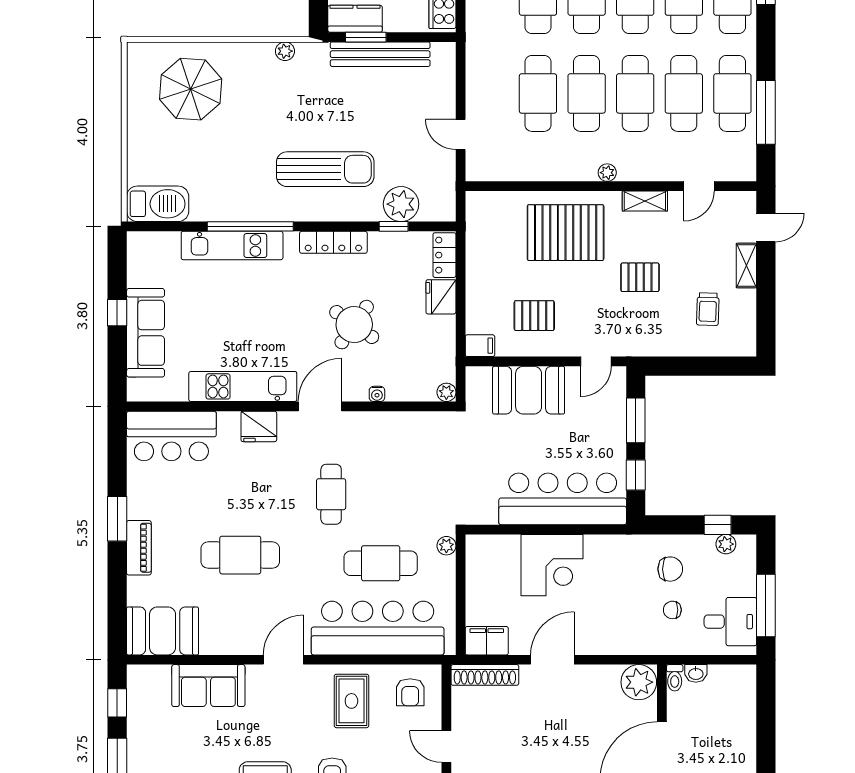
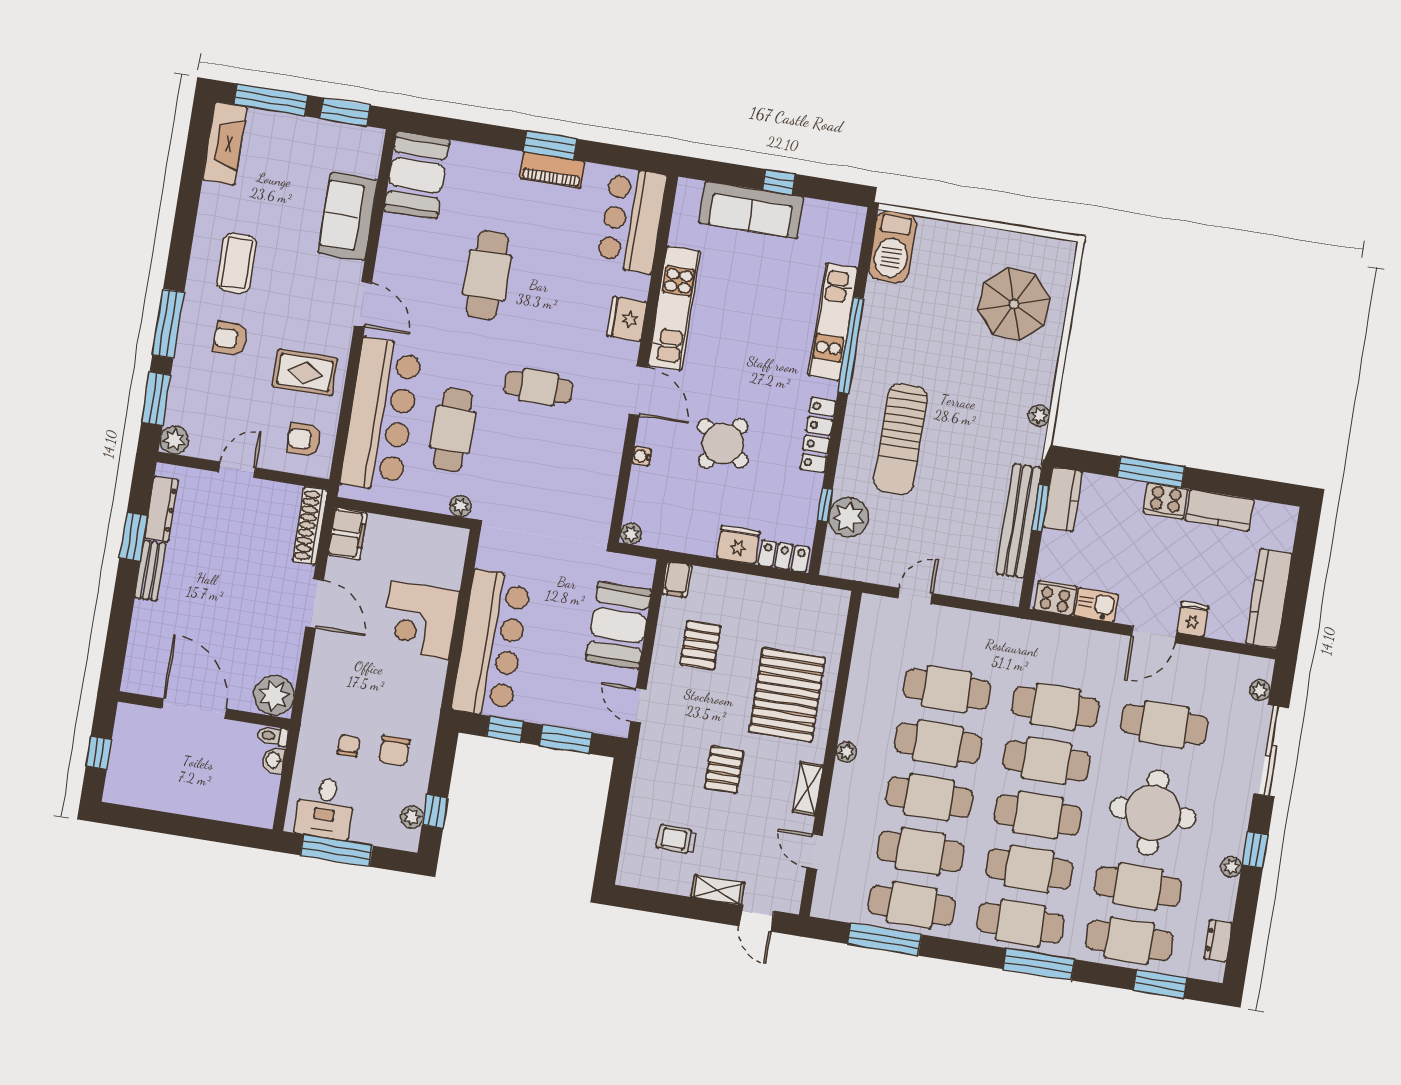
piano: (139, 548) -> (552, 170), moved
window: (117, 703) -> (345, 112), width x1.50

